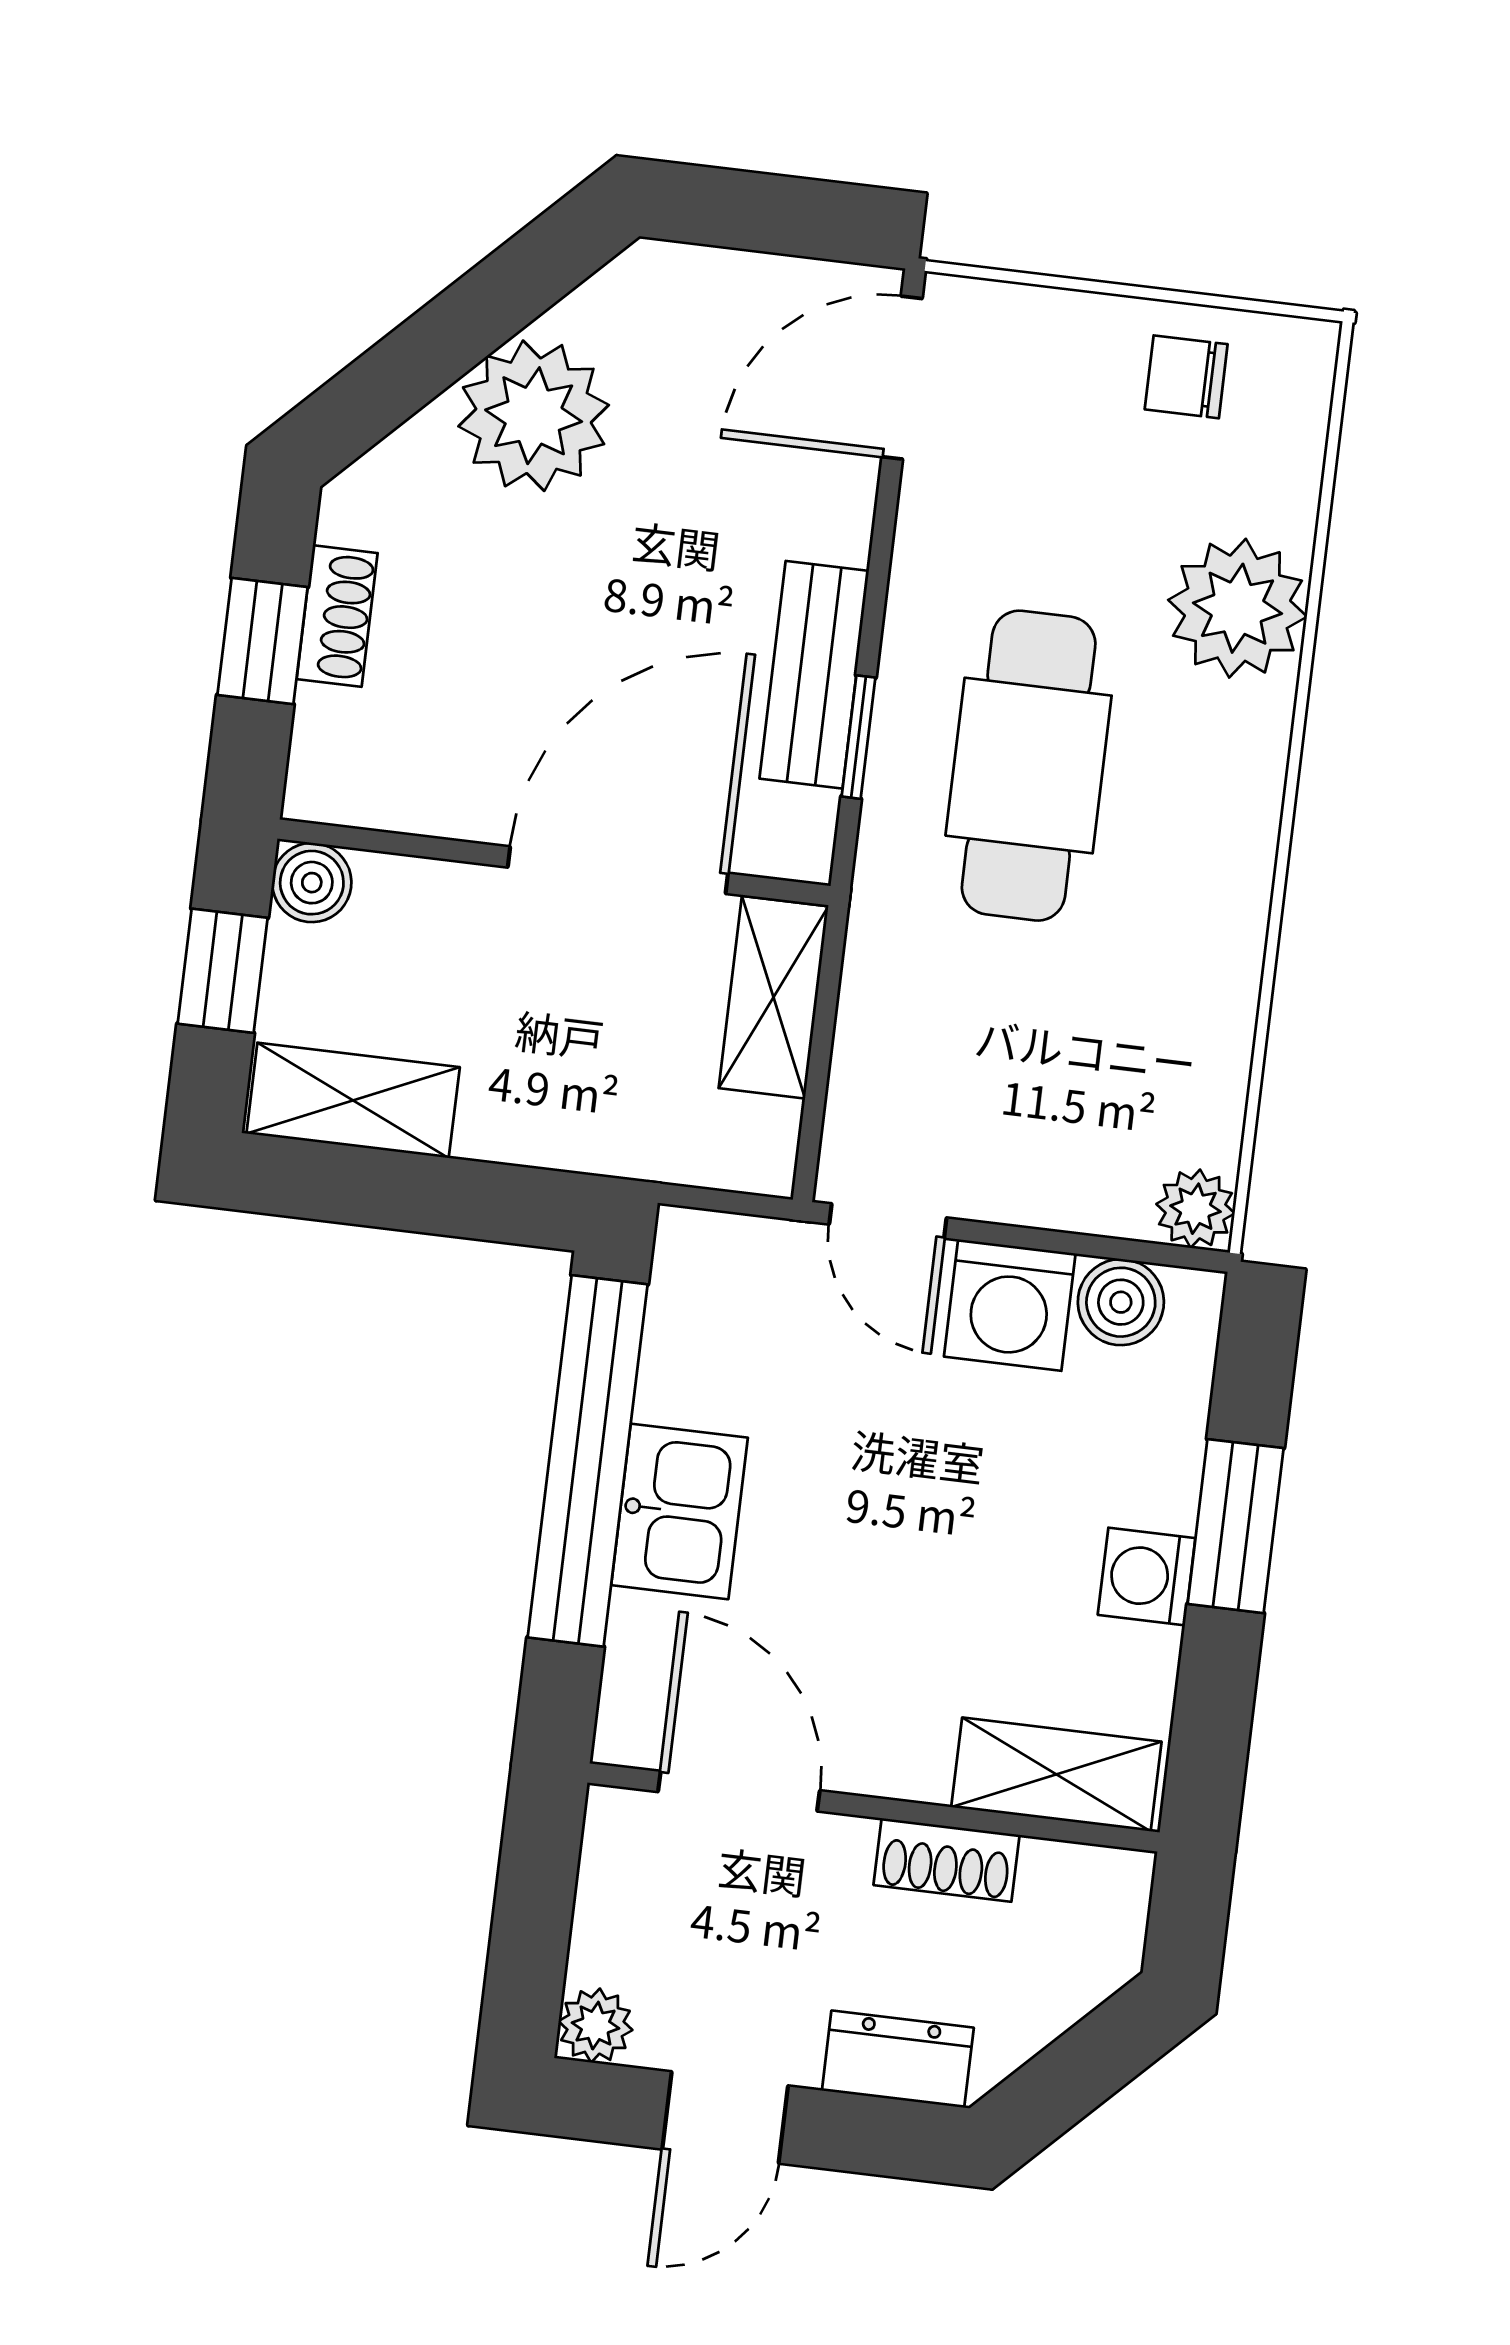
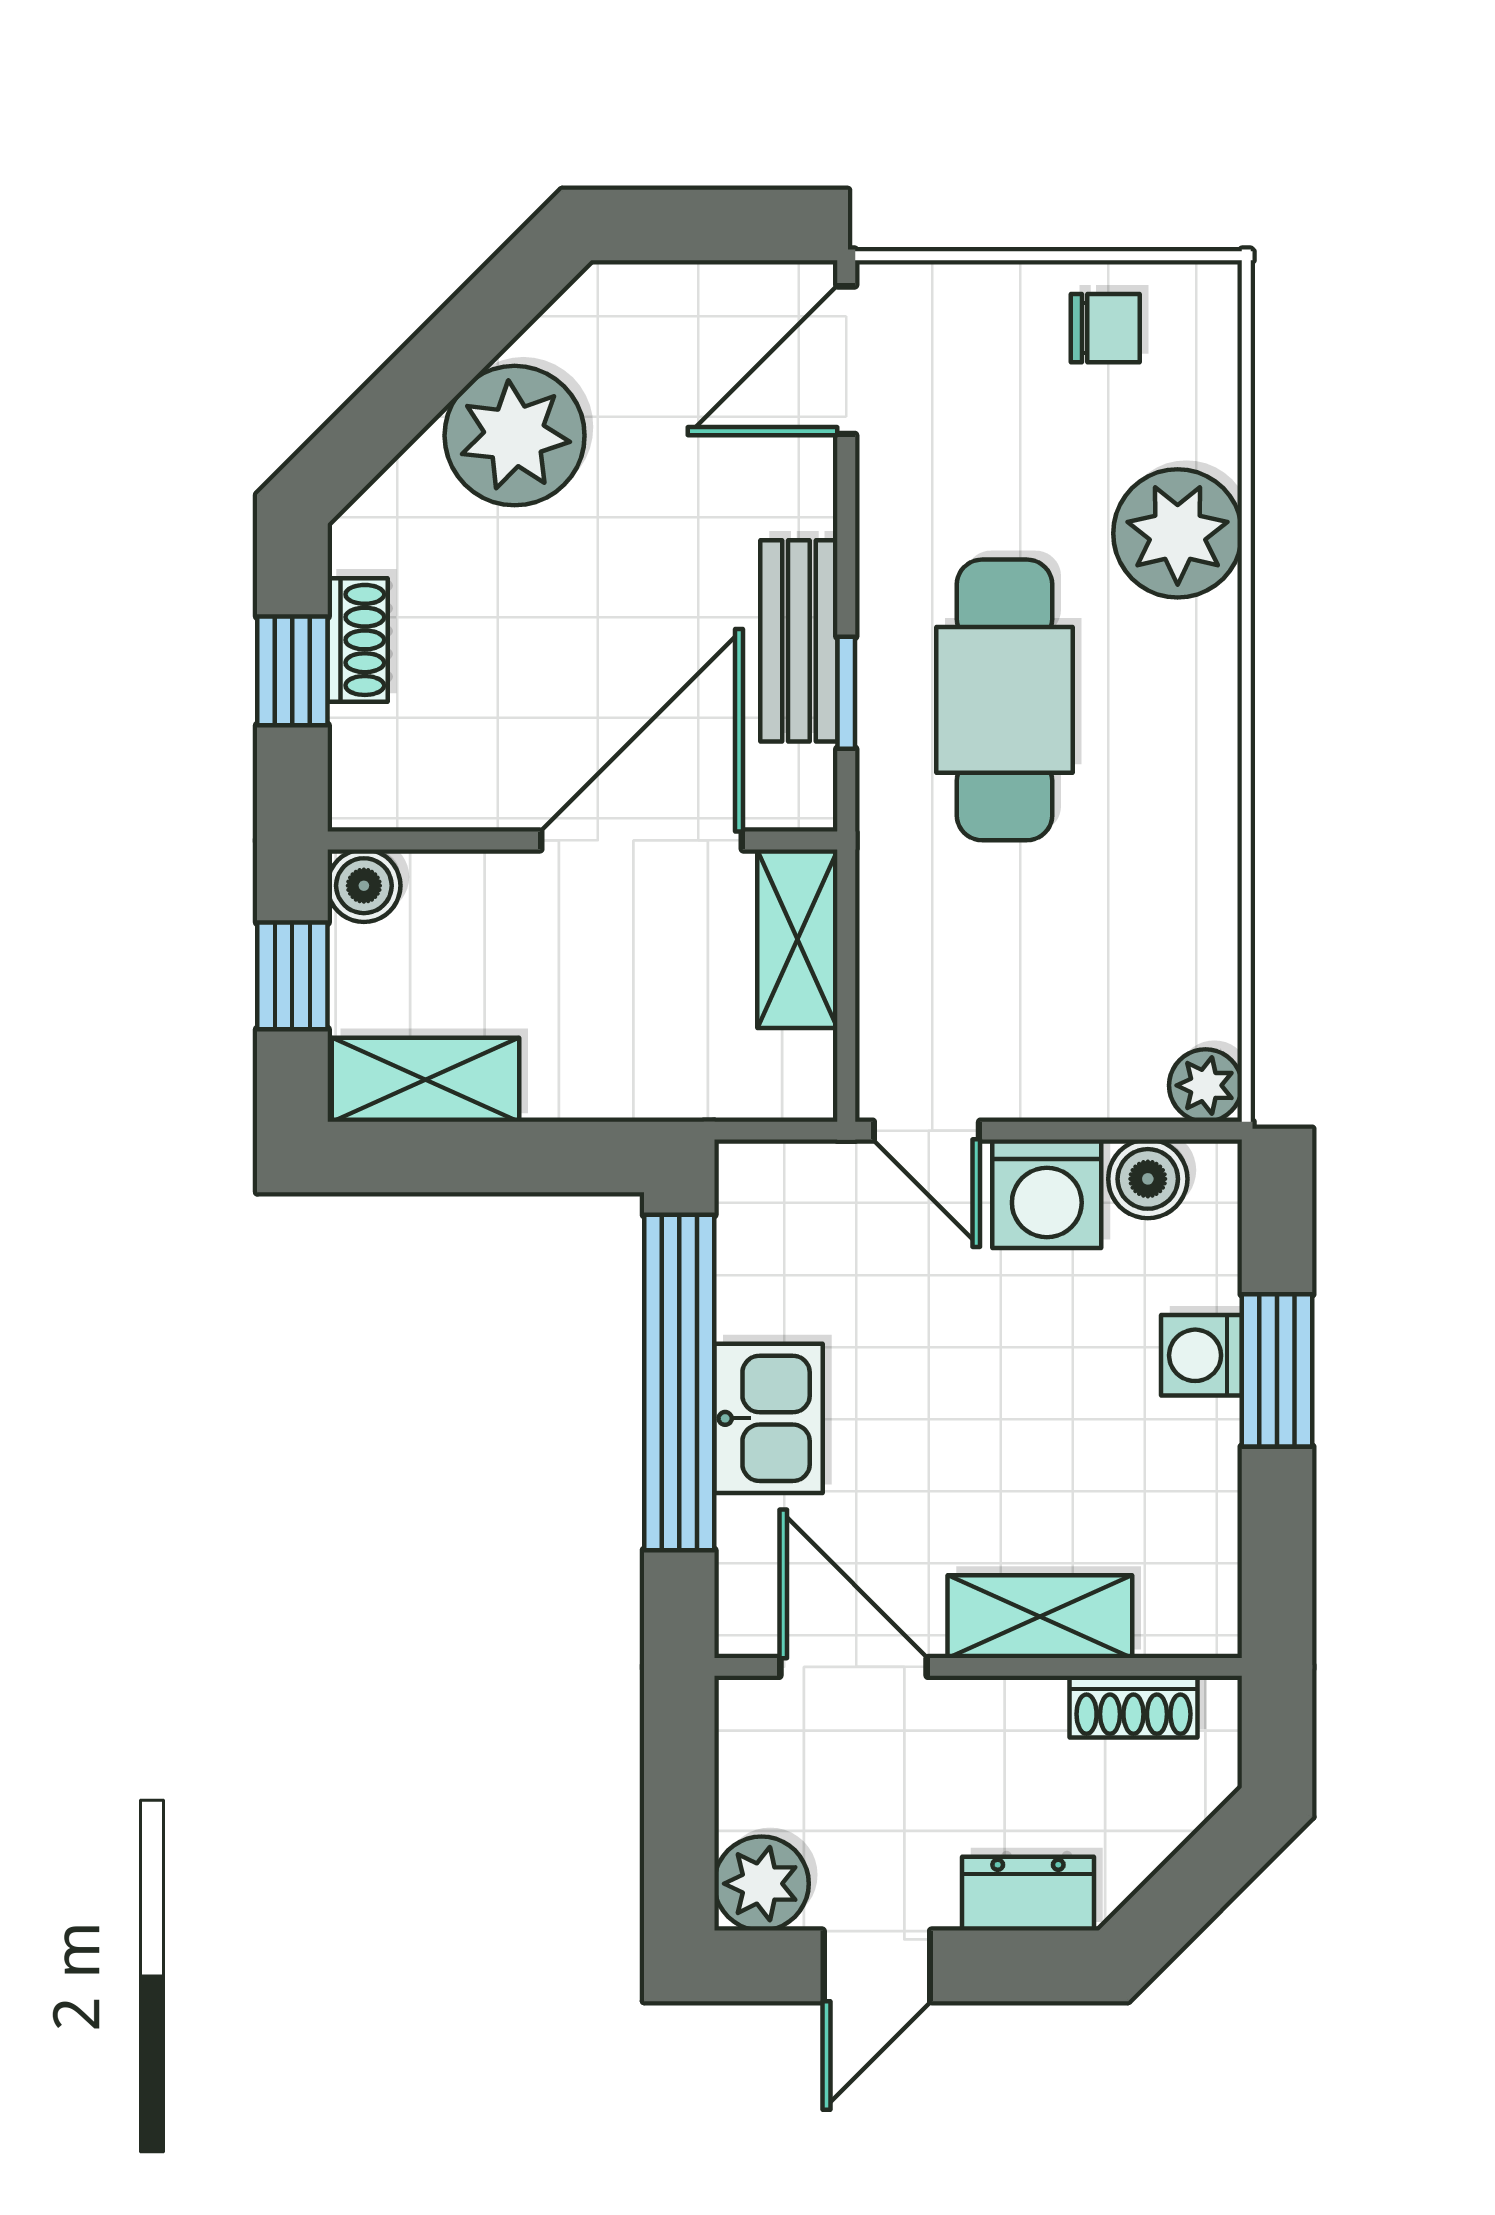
chair: (1186, 377) -> (1105, 328), turned 180
washing machine: (1147, 1576) -> (1201, 1355), moved
shelving: (1056, 1774) -> (1040, 1617), moved
shoe rack: (947, 1860) -> (1133, 1707), moved
plant: (595, 2026) -> (761, 1884), width x1.38, depth x1.38

